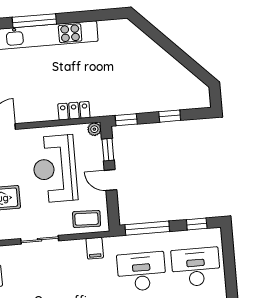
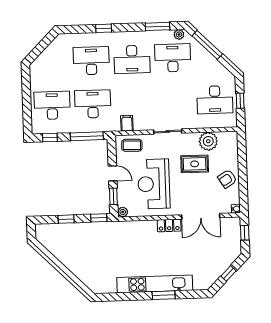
window: (34, 21) -> (164, 295), width x0.69
locker: (74, 111) -> (169, 225), moved
reception desk: (55, 169) -> (154, 184), turned 180
desk: (196, 267) -> (52, 105), turned 180
desk: (141, 272) -> (93, 104), turned 180

